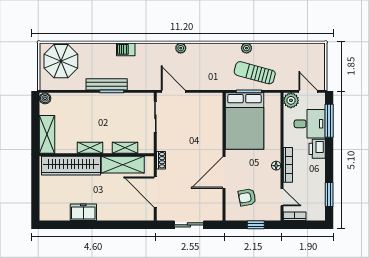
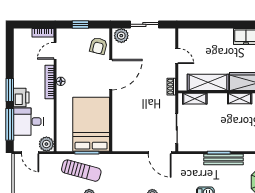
shelving: (125, 148) -> (195, 99), moved
door: (155, 192) -> (177, 56), width x0.53
window: (329, 195) -> (10, 90), moved
armchair: (247, 197) -> (98, 46), moved, turned 115
door: (282, 197) -> (55, 51), hinge flipped
plant: (213, 213) -> (121, 36), added

